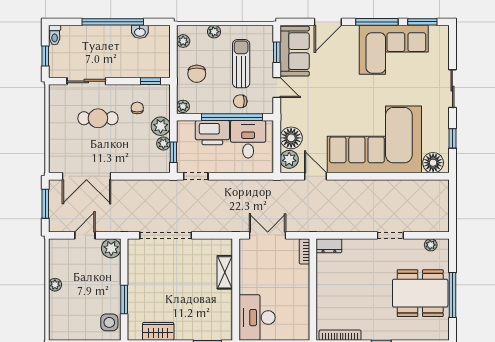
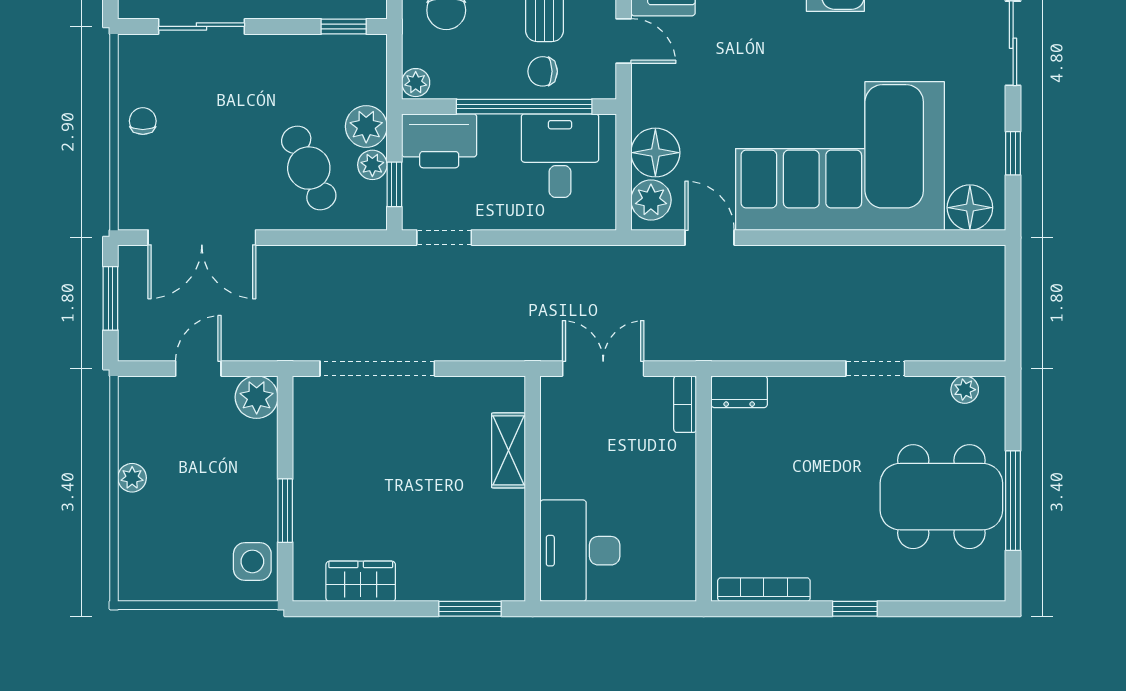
chair: (137, 108) -> (143, 121), moved
cafe table: (98, 118) -> (309, 168), moved, turned 66
printer: (212, 133) -> (439, 141), moved

